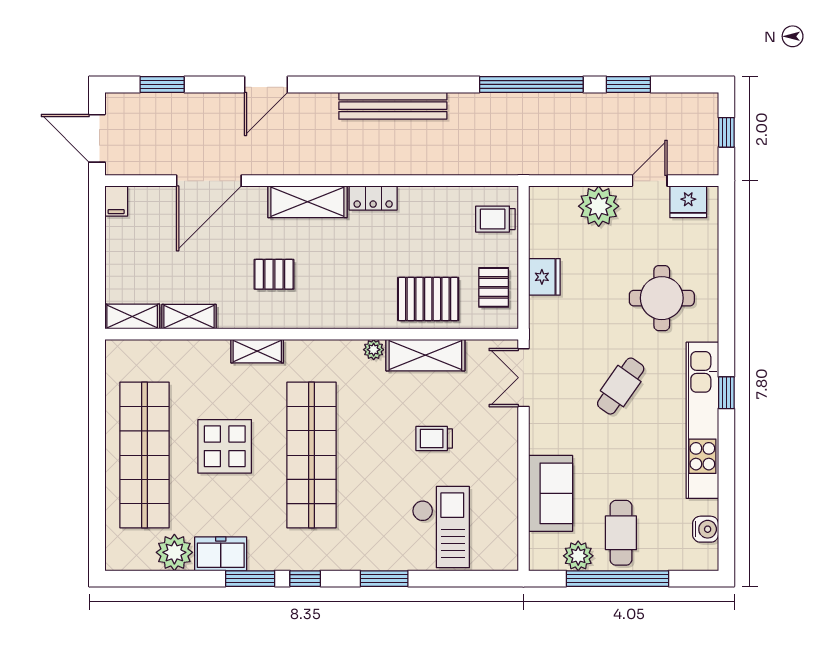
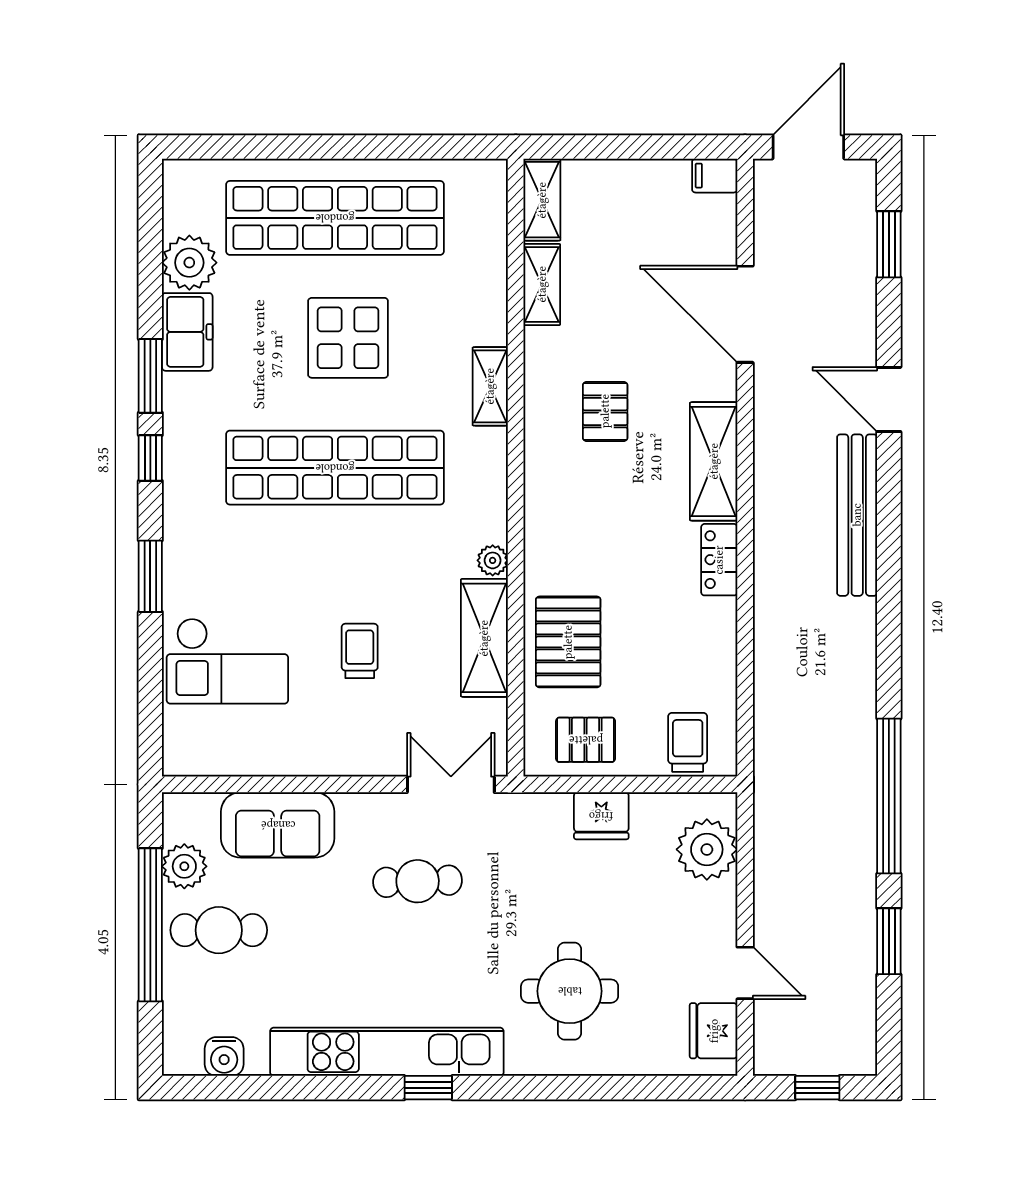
bench: (393, 106) -> (857, 515), moved
plant: (599, 206) -> (707, 849), moved
cafe table: (621, 386) -> (418, 881), moved, turned -37

